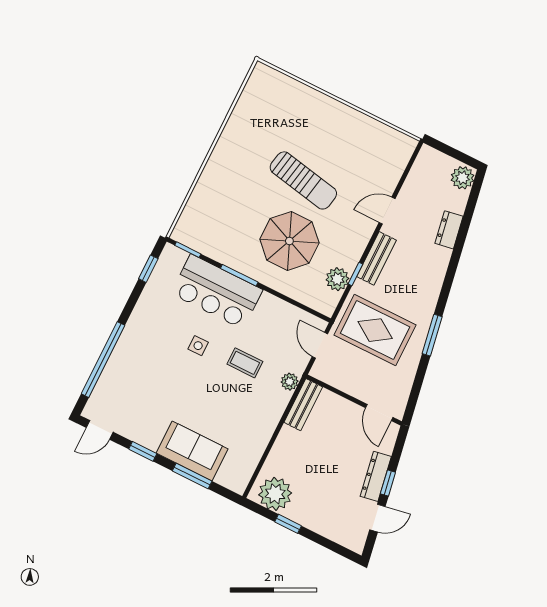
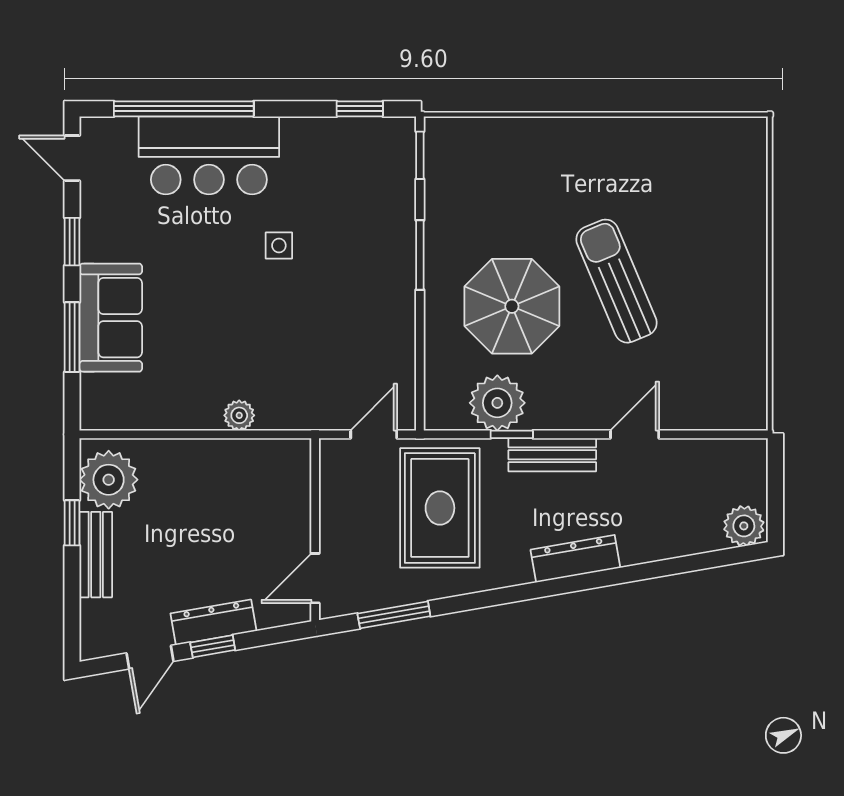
sun lounger: (303, 180) -> (616, 281), turned 146
door: (387, 211) -> (635, 434), hinge flipped
dresser: (449, 230) -> (575, 559), moved, width x1.44
plant: (337, 279) -> (497, 403), width x1.36, depth x1.36
bar counter: (217, 292) -> (209, 155), moved, turned -90
window: (432, 335) -> (394, 615), moved
coffee table: (245, 363) -> (288, 331), removed
plant: (290, 382) -> (239, 415), moved
bench: (303, 405) -> (96, 555), moved, turned 90
door: (377, 518) -> (150, 657), hinge flipped

